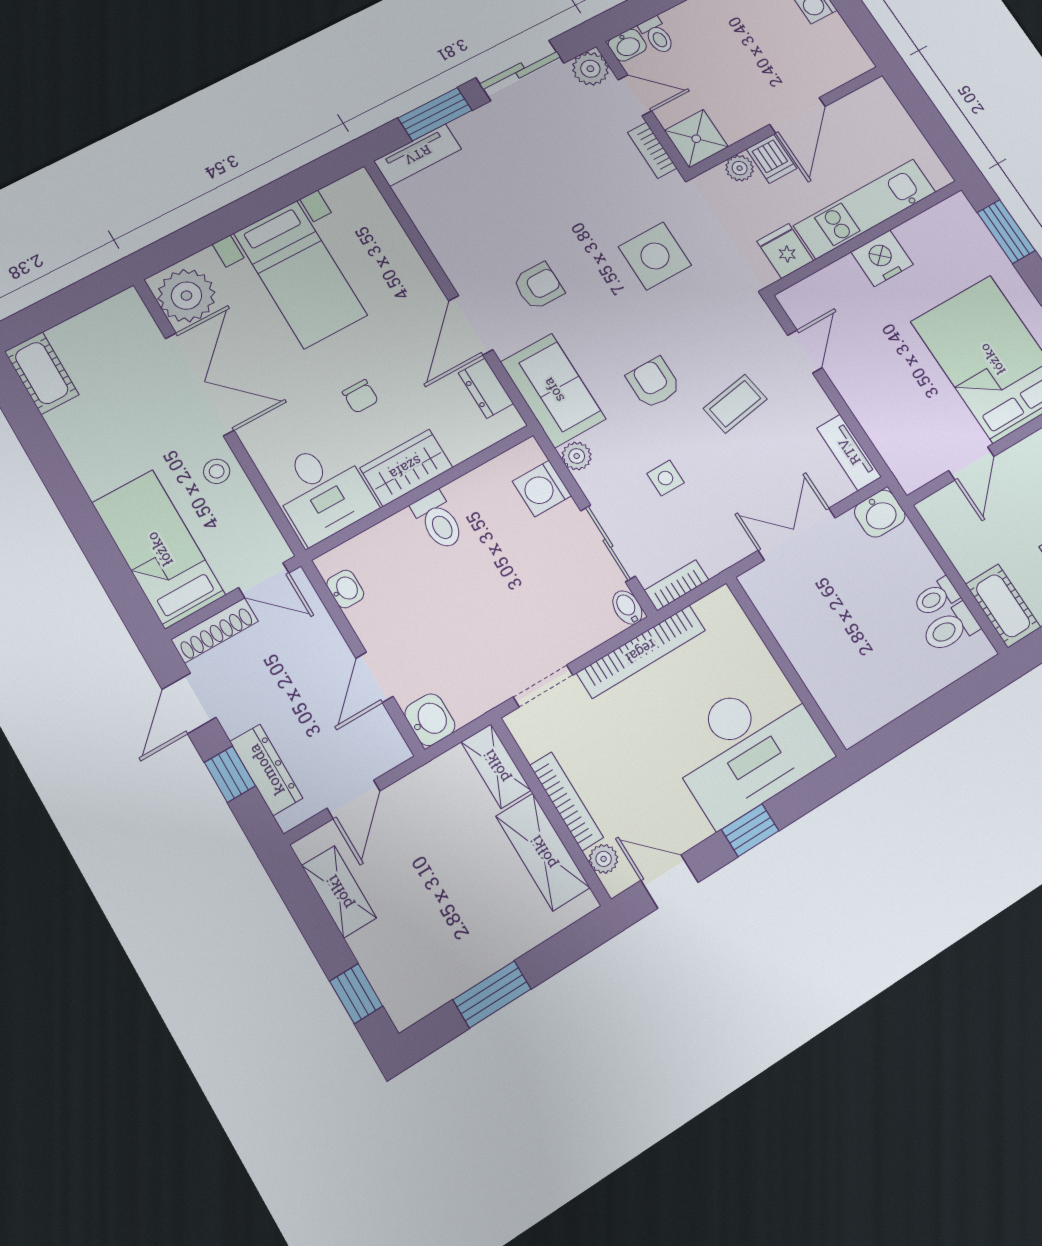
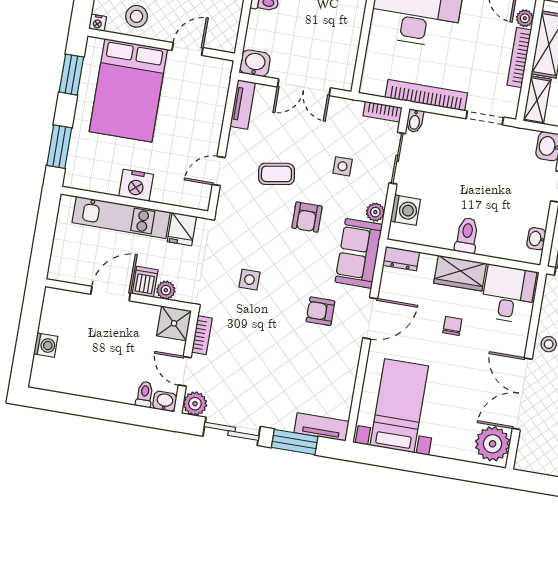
side table: (655, 256) -> (249, 280), width x0.54, depth x0.54
bed with nightstands: (300, 274) -> (399, 406), moved
dresser: (486, 388) -> (401, 259), moved, turned 90

